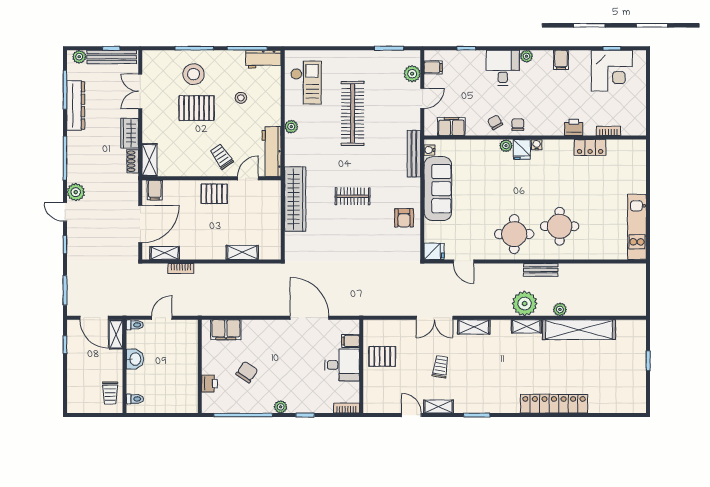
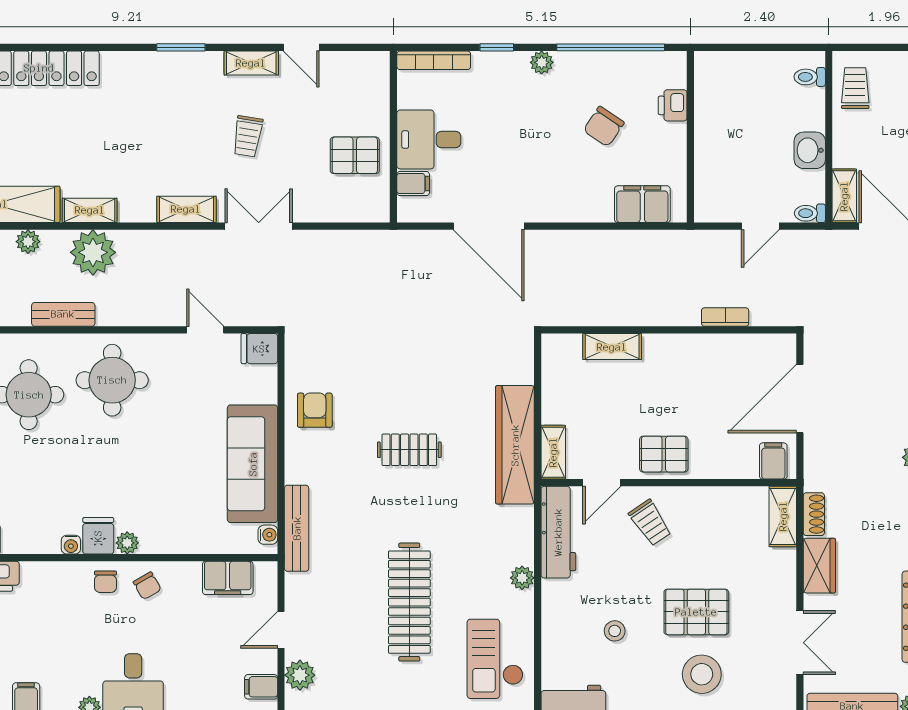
shelving: (165, 253) -> (553, 452), moved, turned 90
bookcase: (347, 408) -> (434, 60), width x1.56

